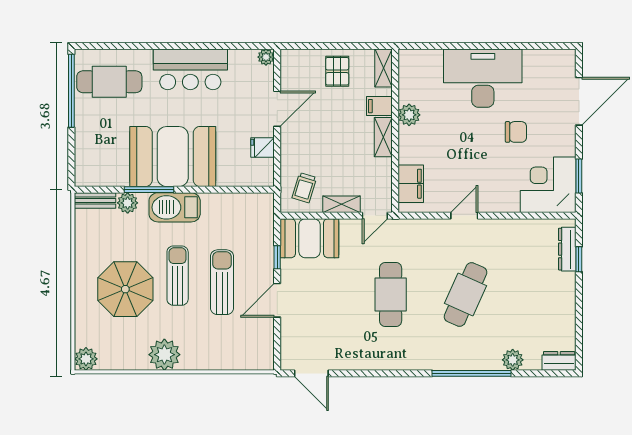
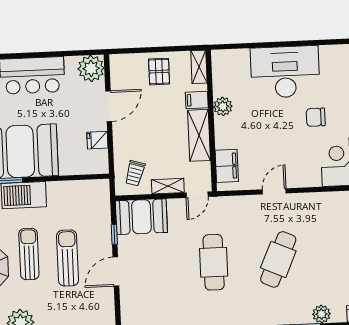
plant: (266, 57) -> (91, 68), width x1.88, depth x1.88
chair: (516, 132) -> (316, 117), turned 180
shelving: (383, 137) -> (199, 135), width x1.50, depth x1.33

